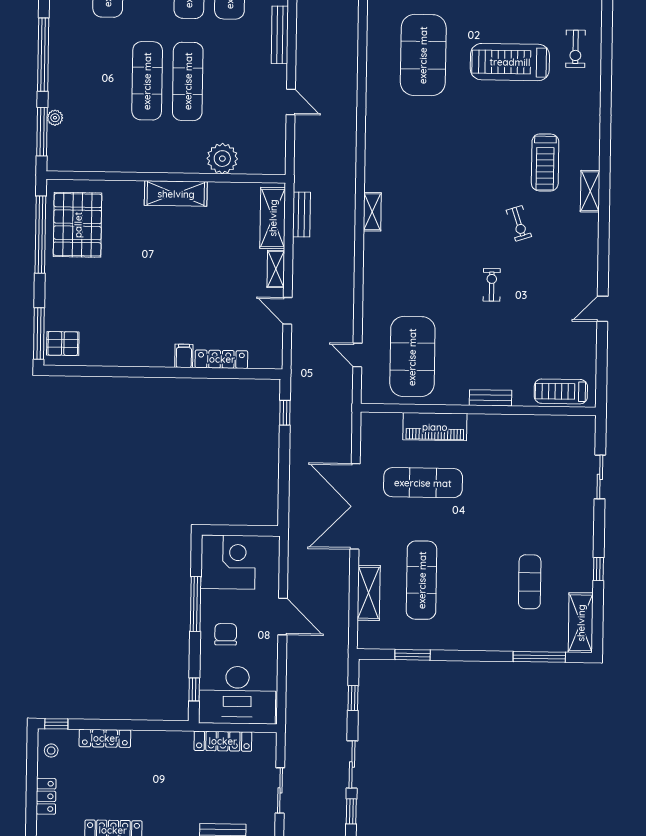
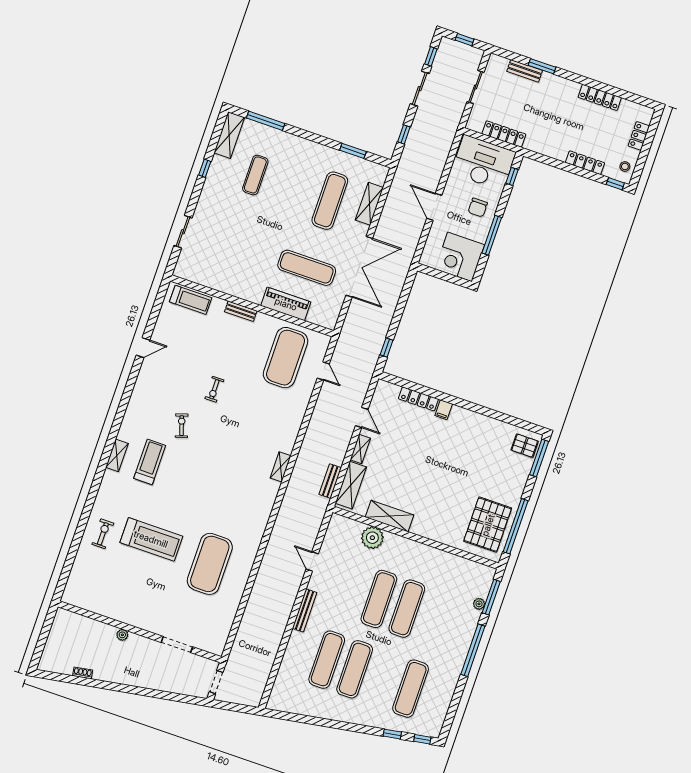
shelving: (590, 191) -> (117, 455), moved
shelving: (176, 194) -> (390, 516), moved

